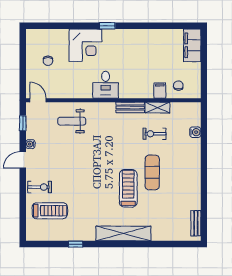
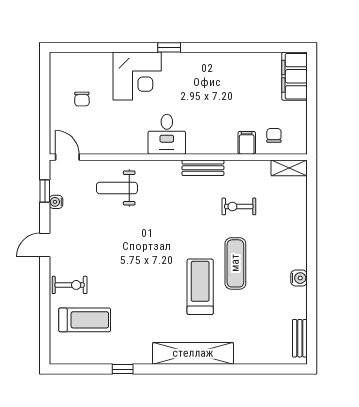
shelving: (157, 108) -> (289, 168), moved
water cooler: (195, 132) -> (299, 278), moved
water cooler: (30, 144) -> (56, 202), moved

